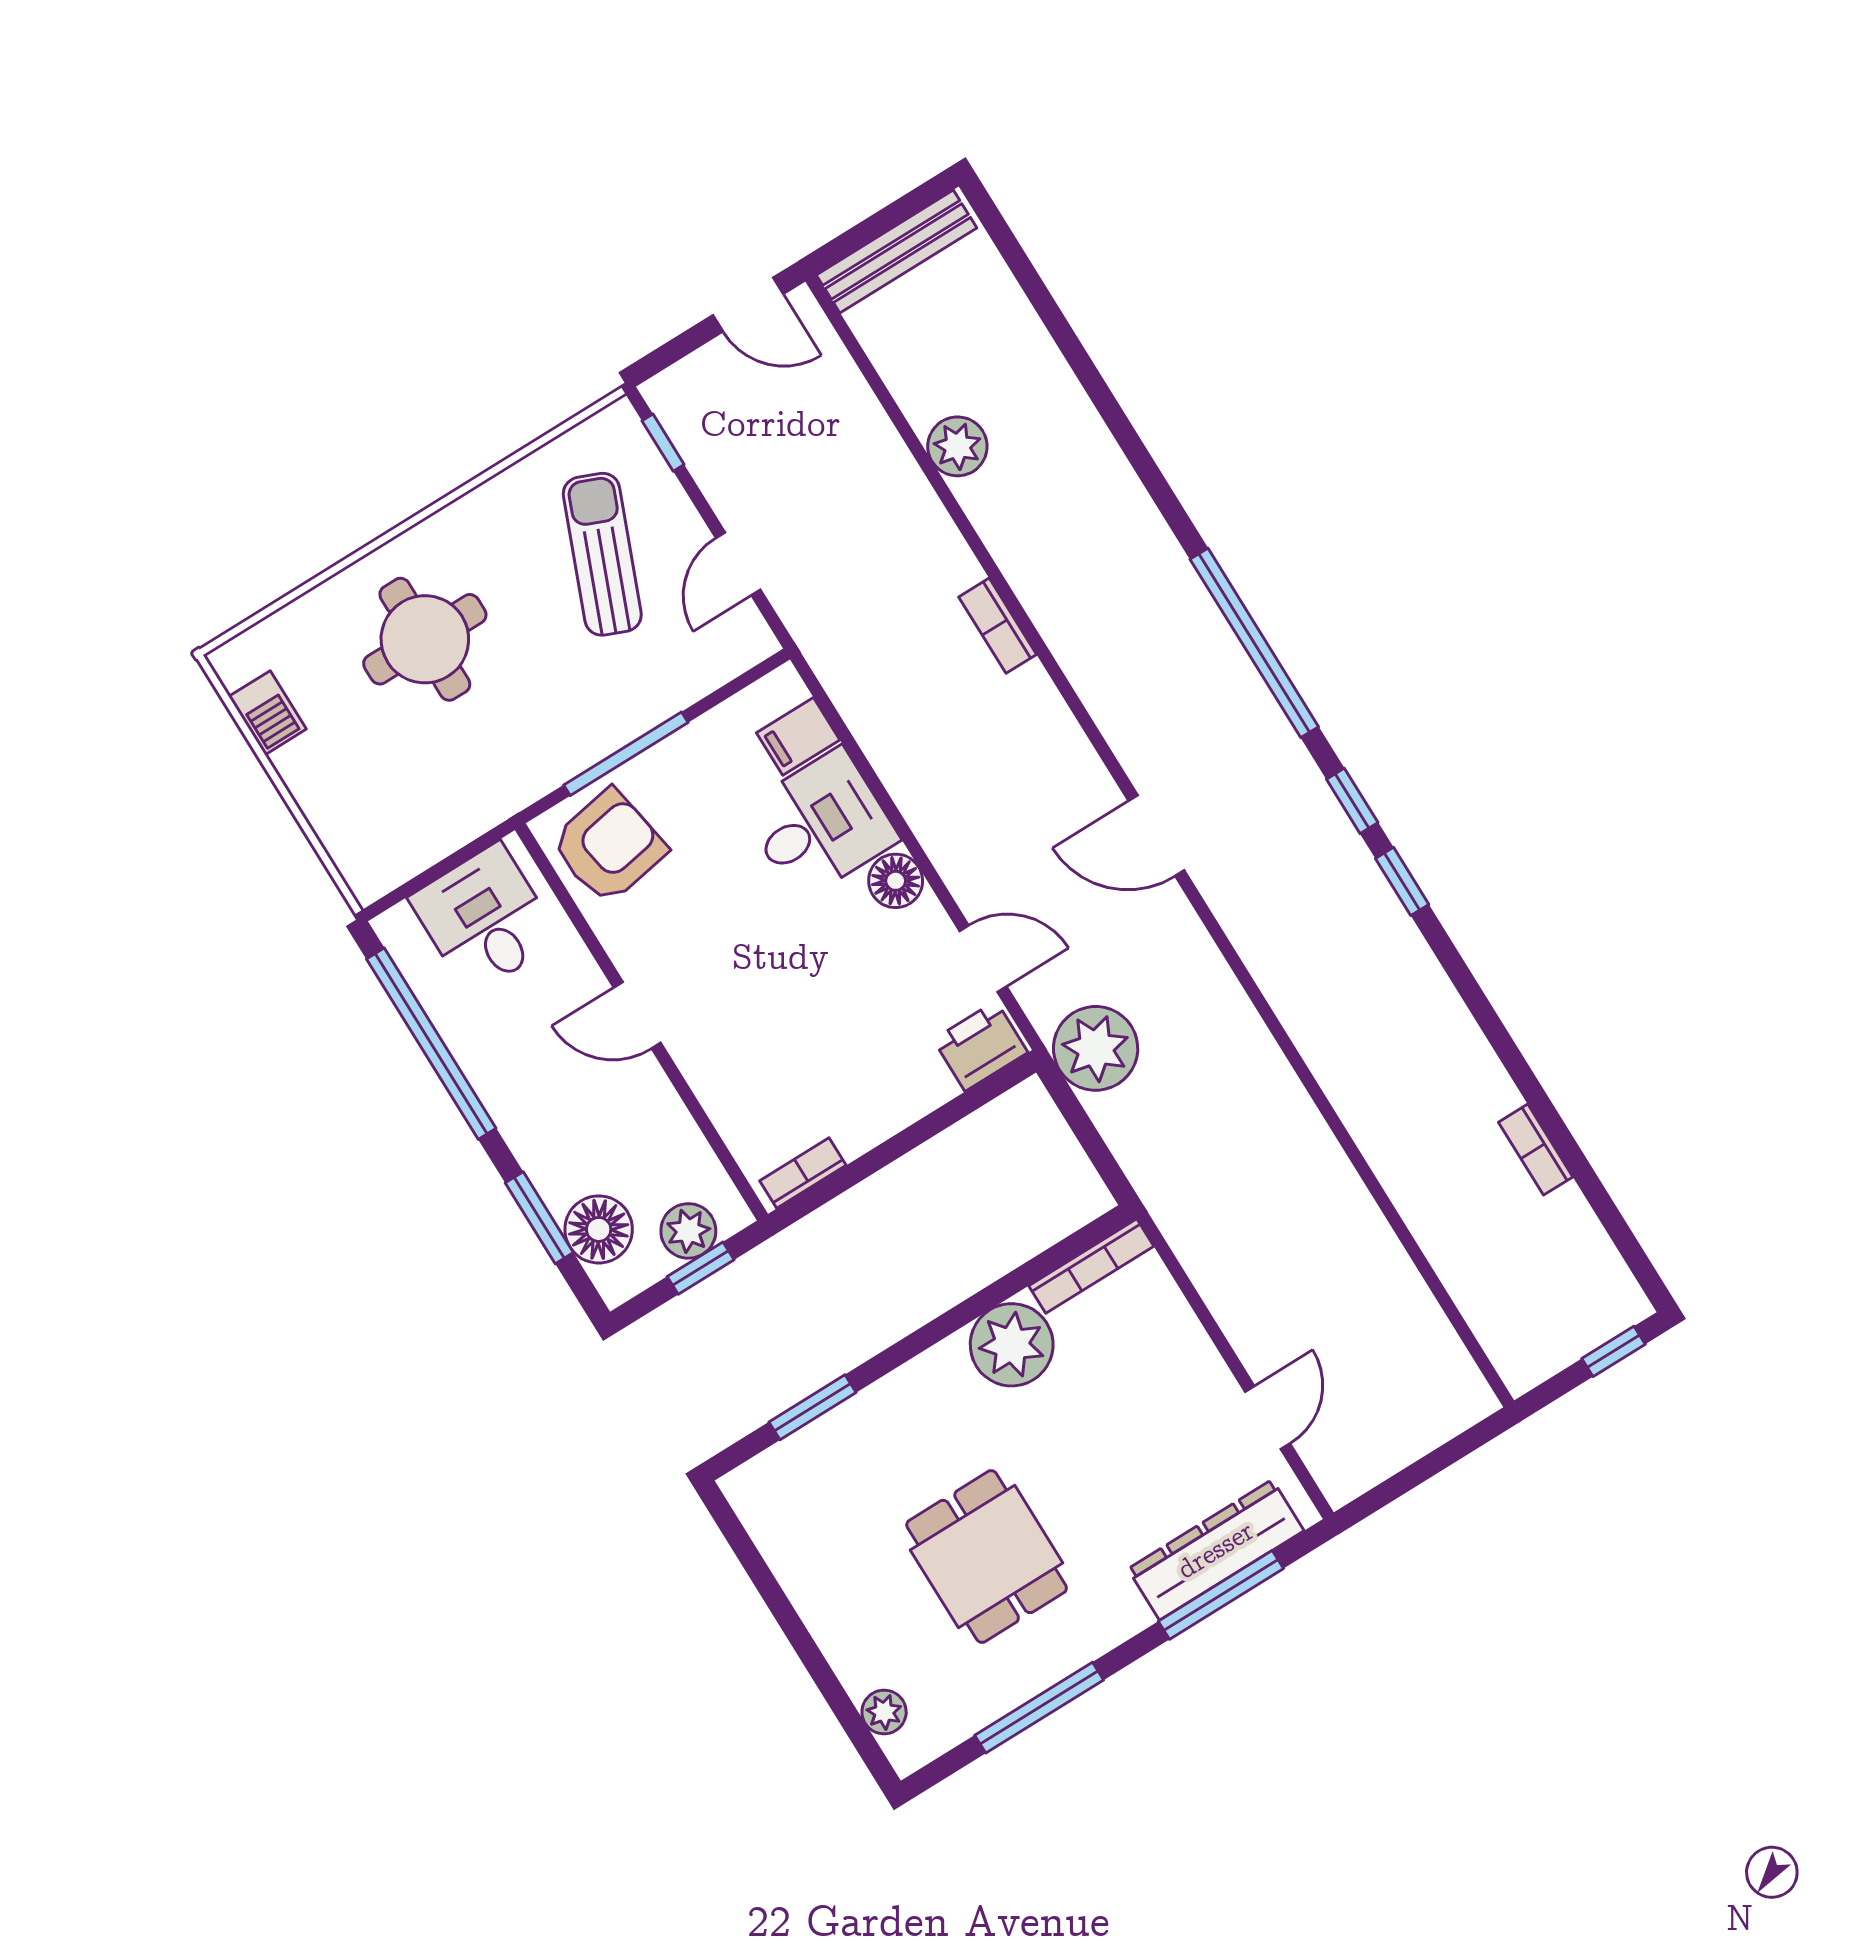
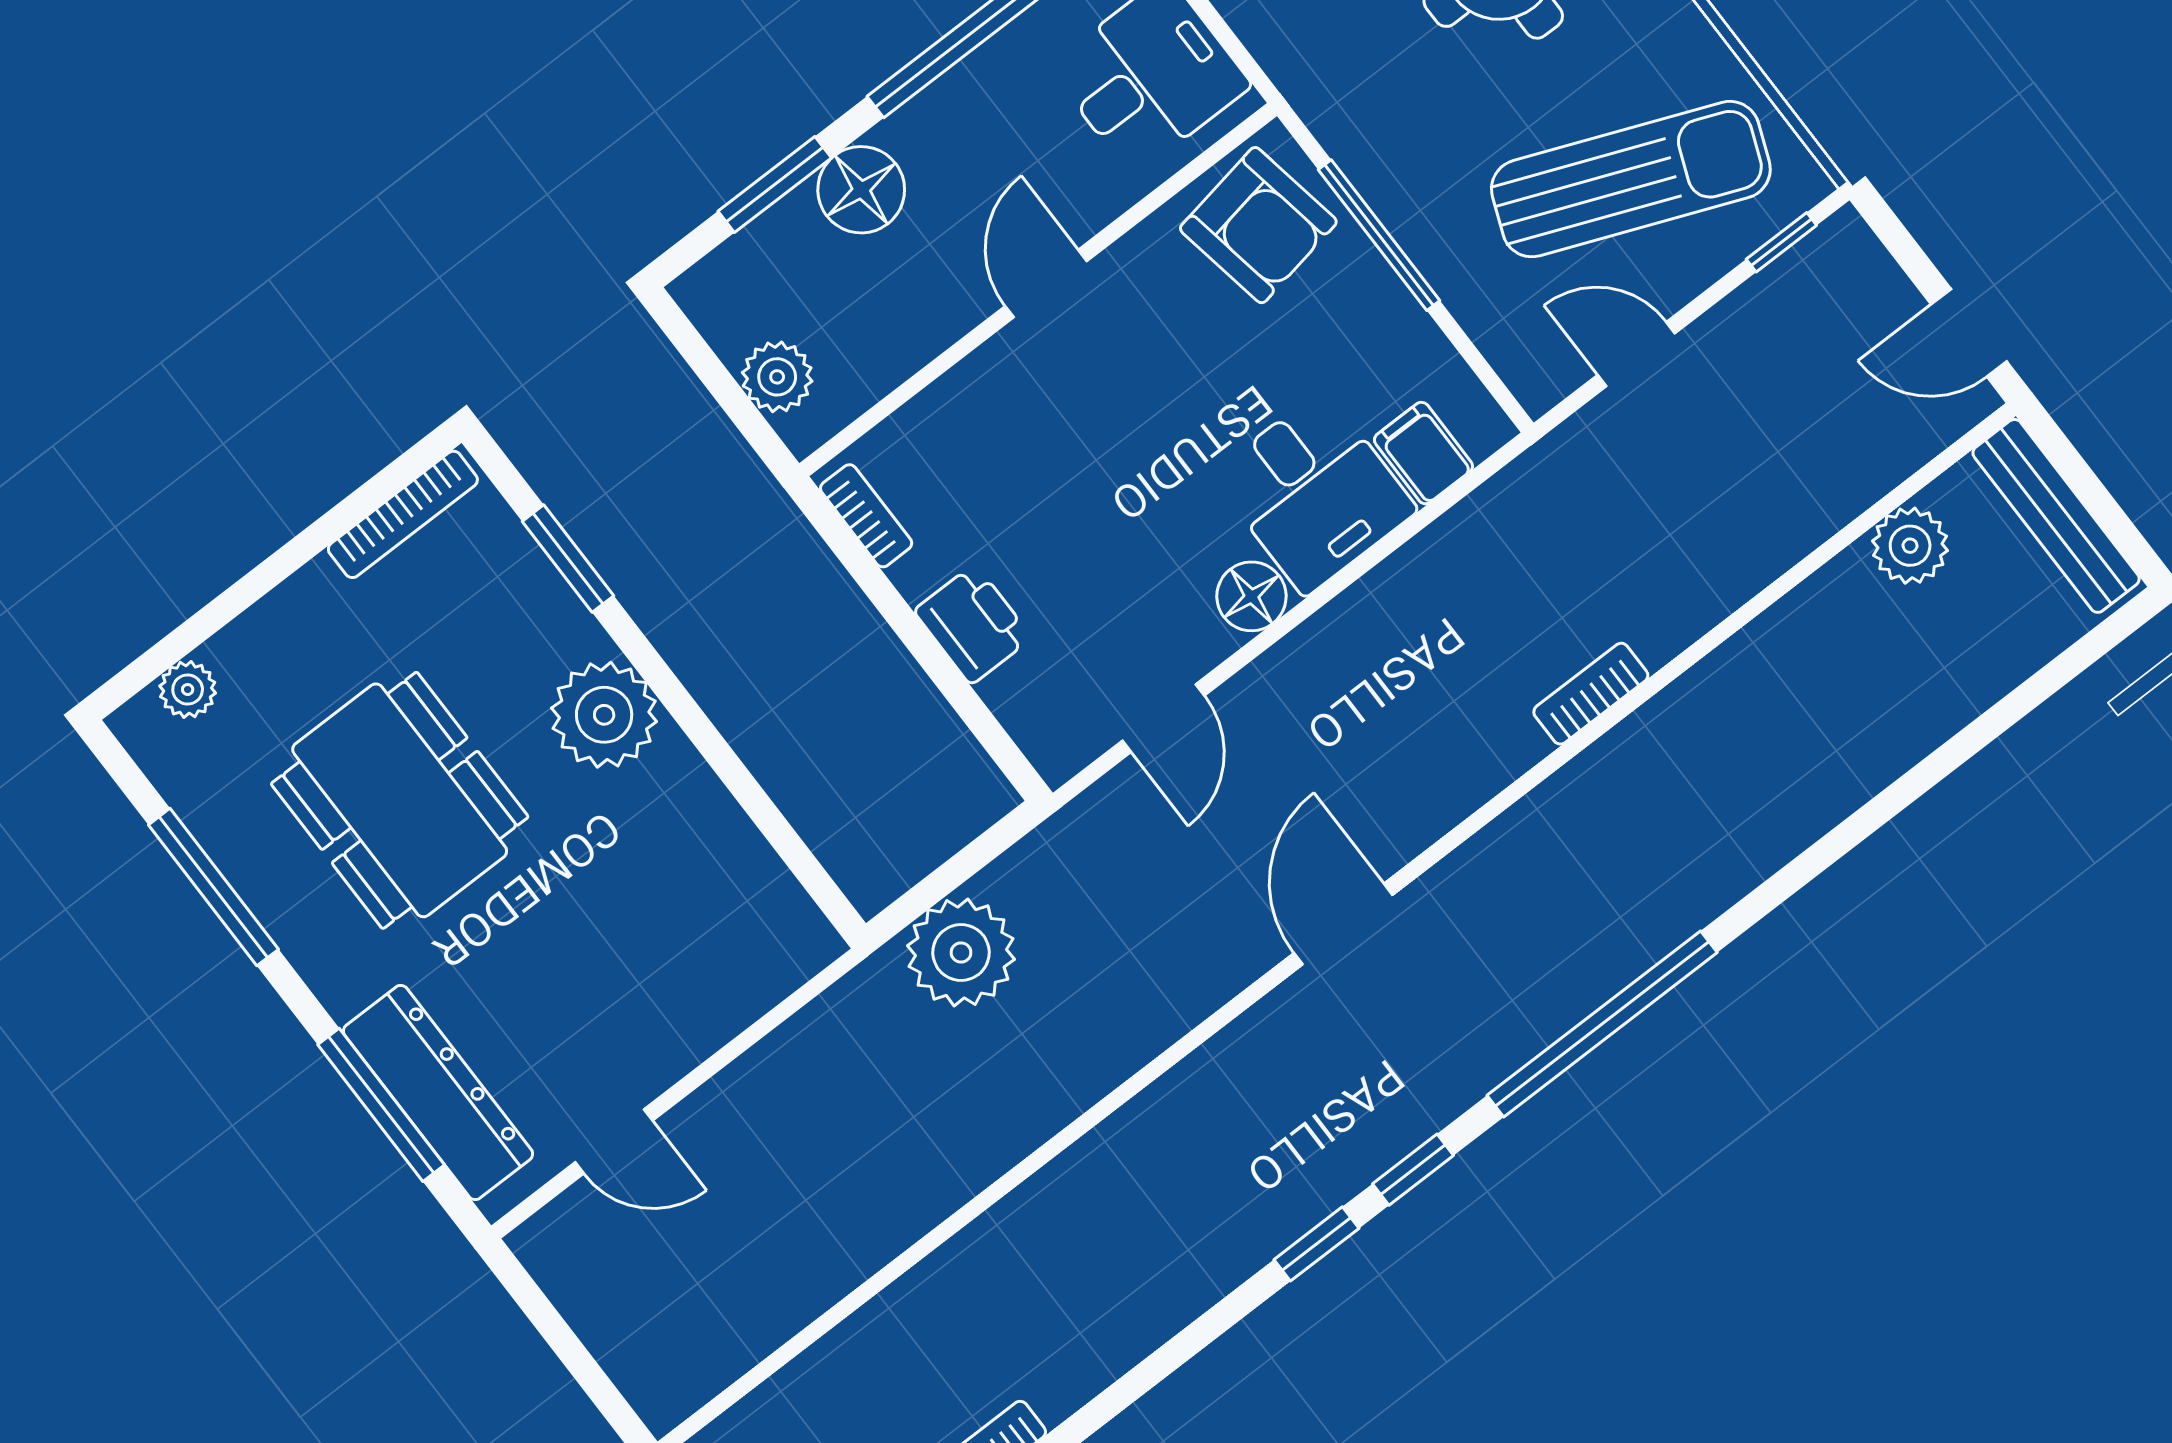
door: (748, 305) -> (1969, 333), hinge flipped
plant: (957, 446) -> (1910, 546), moved
sun lounger: (602, 554) -> (1631, 179), width x1.36, depth x1.34
printer: (980, 1046) -> (973, 624), moved
plant: (1096, 1048) -> (961, 953), moved
floor lamp: (599, 1229) -> (861, 190), moved
bookcase: (1091, 1266) -> (403, 514), moved, turned -90
window: (701, 1268) -> (731, 397), removed
plant: (1012, 1345) -> (604, 715), moved
dining table: (987, 1557) -> (400, 800), width x1.38

